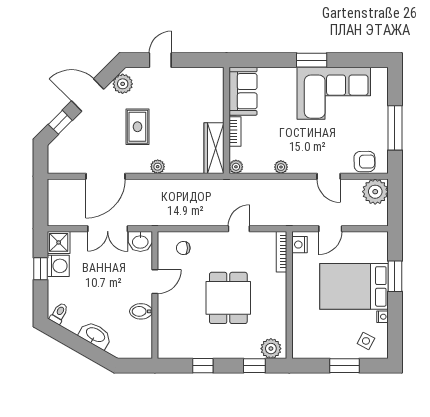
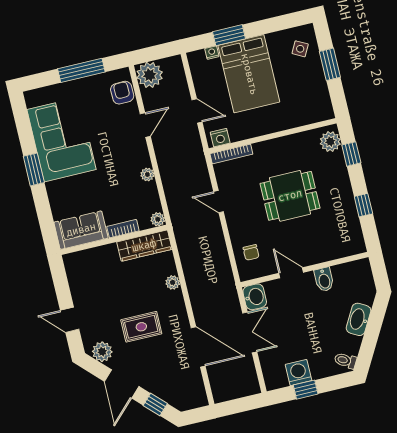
plant: (158, 167) -> (173, 282), moved
shower: (59, 242) -> (275, 378), removed
nightstand: (382, 317) -> (212, 53), moved

